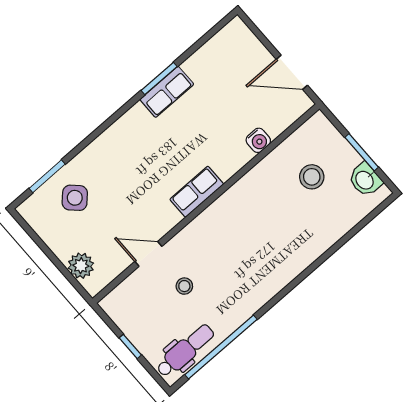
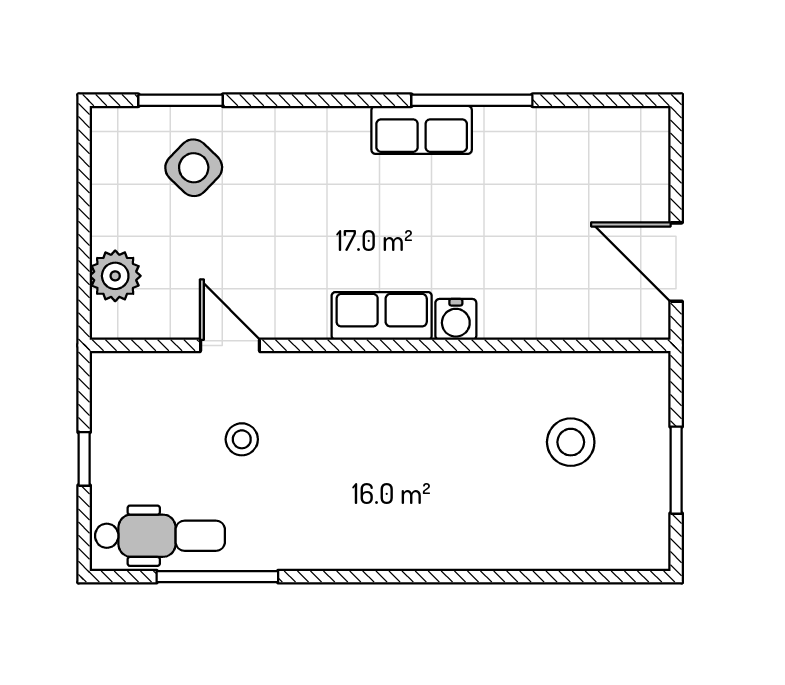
window: (159, 79) -> (472, 100), width x1.44
row of seats: (167, 92) -> (422, 130), moved
water cooler: (258, 140) -> (456, 319), moved
washbasin: (365, 180) -> (646, 515), removed
window: (221, 347) -> (217, 577), width x0.68

